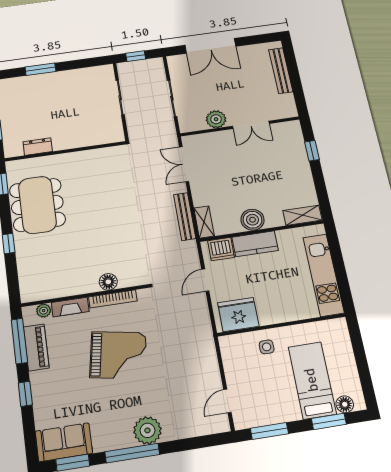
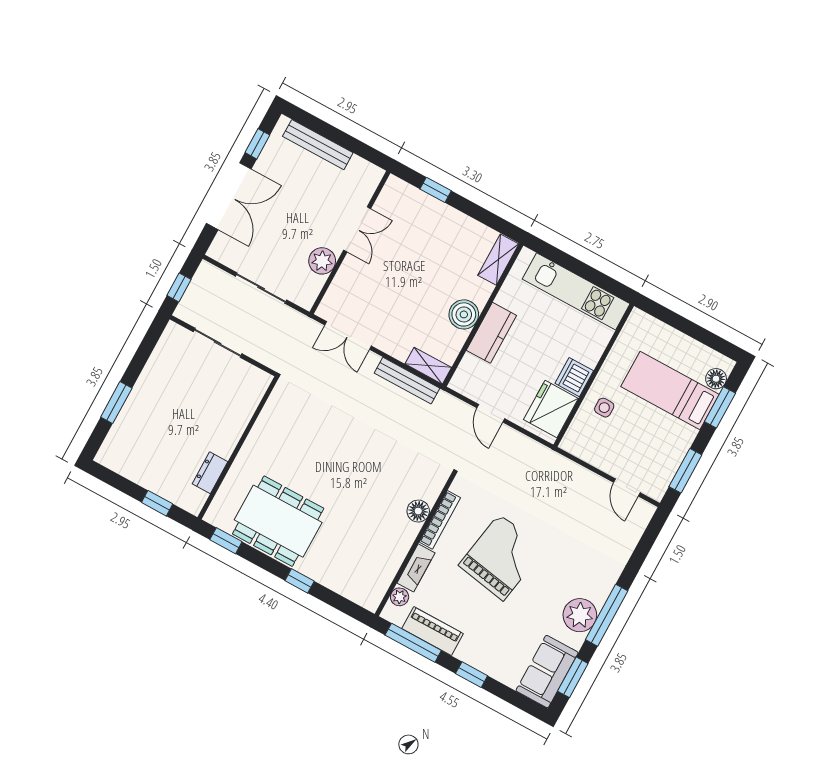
window: (253, 40) -> (257, 144), added
dishwasher: (221, 249) -> (574, 377), moved, turned 180
plant: (147, 430) -> (580, 615), moved

